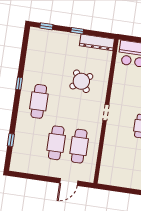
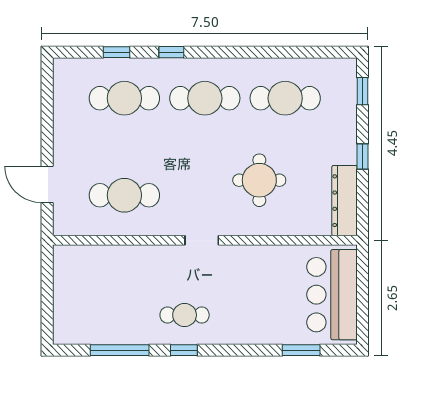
cafe table: (44, 63) -> (285, 98), added
round table: (81, 81) -> (259, 180), turned 38
window: (19, 84) -> (171, 52), moved
cafe table: (56, 143) -> (124, 98), moved

